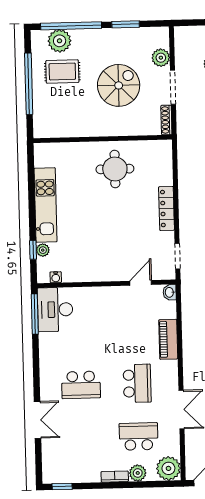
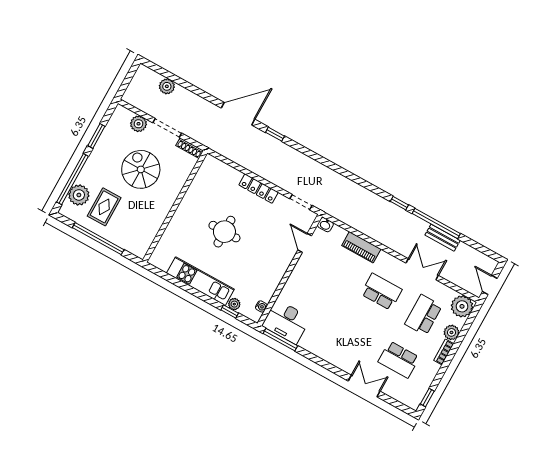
round table: (115, 169) -> (224, 232), moved
school desk: (81, 385) -> (399, 359), moved, turned 90

